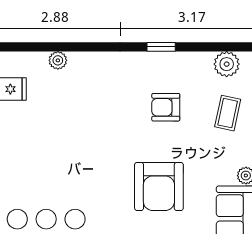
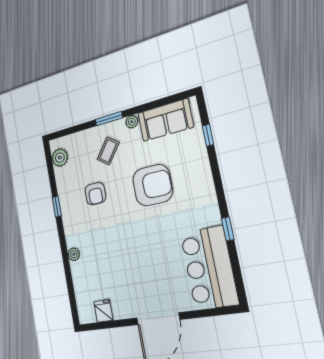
plant: (58, 60) -> (74, 254), moved
coffee table: (228, 113) -> (108, 151), moved, turned -65

